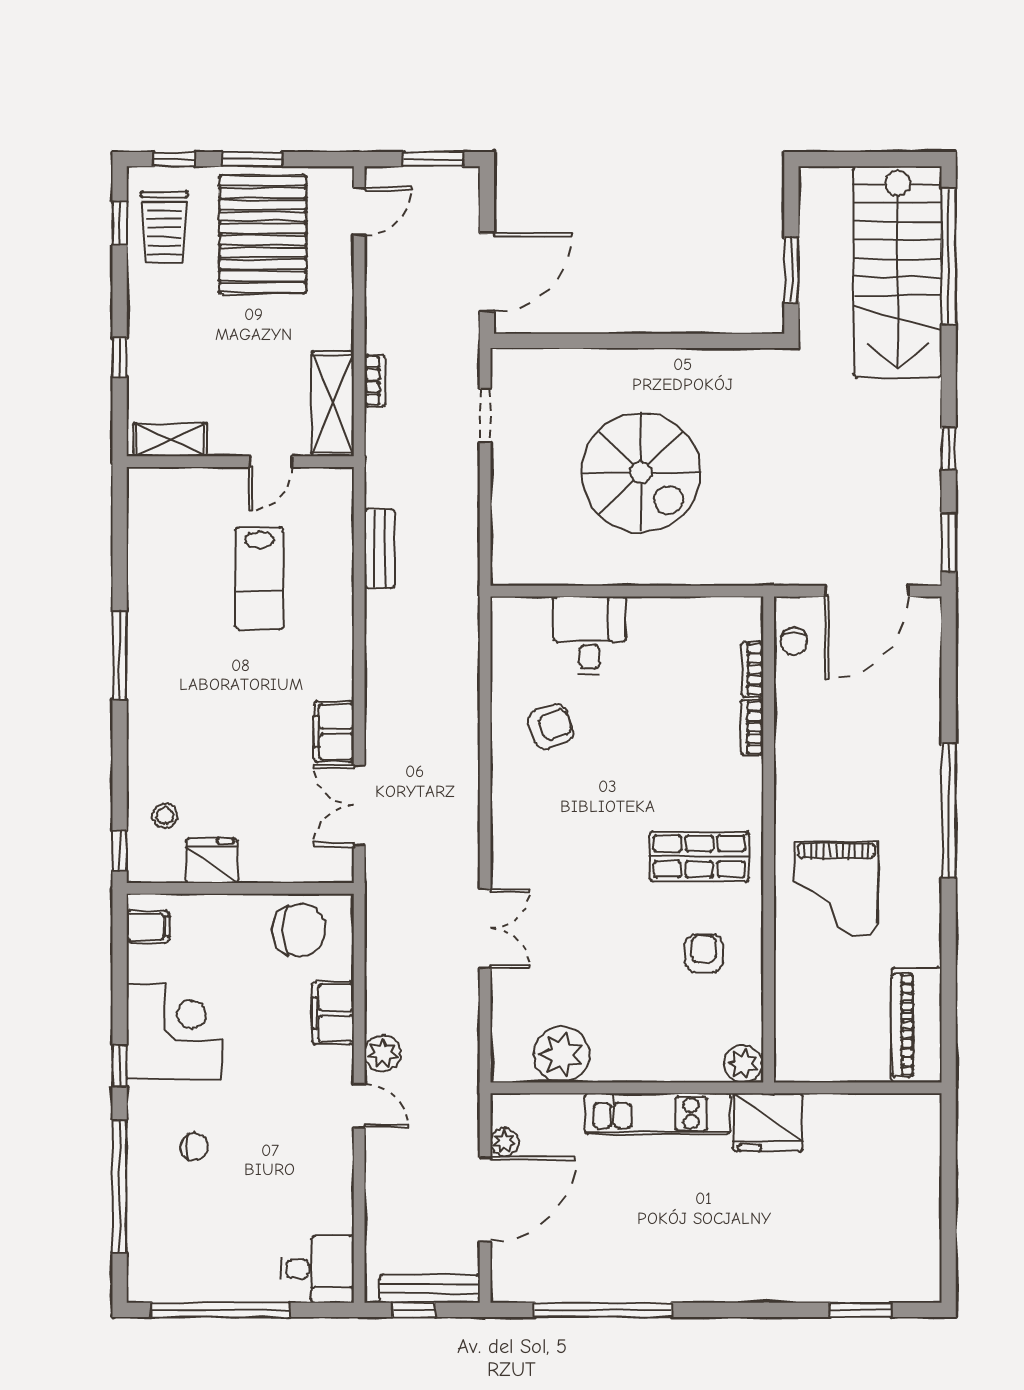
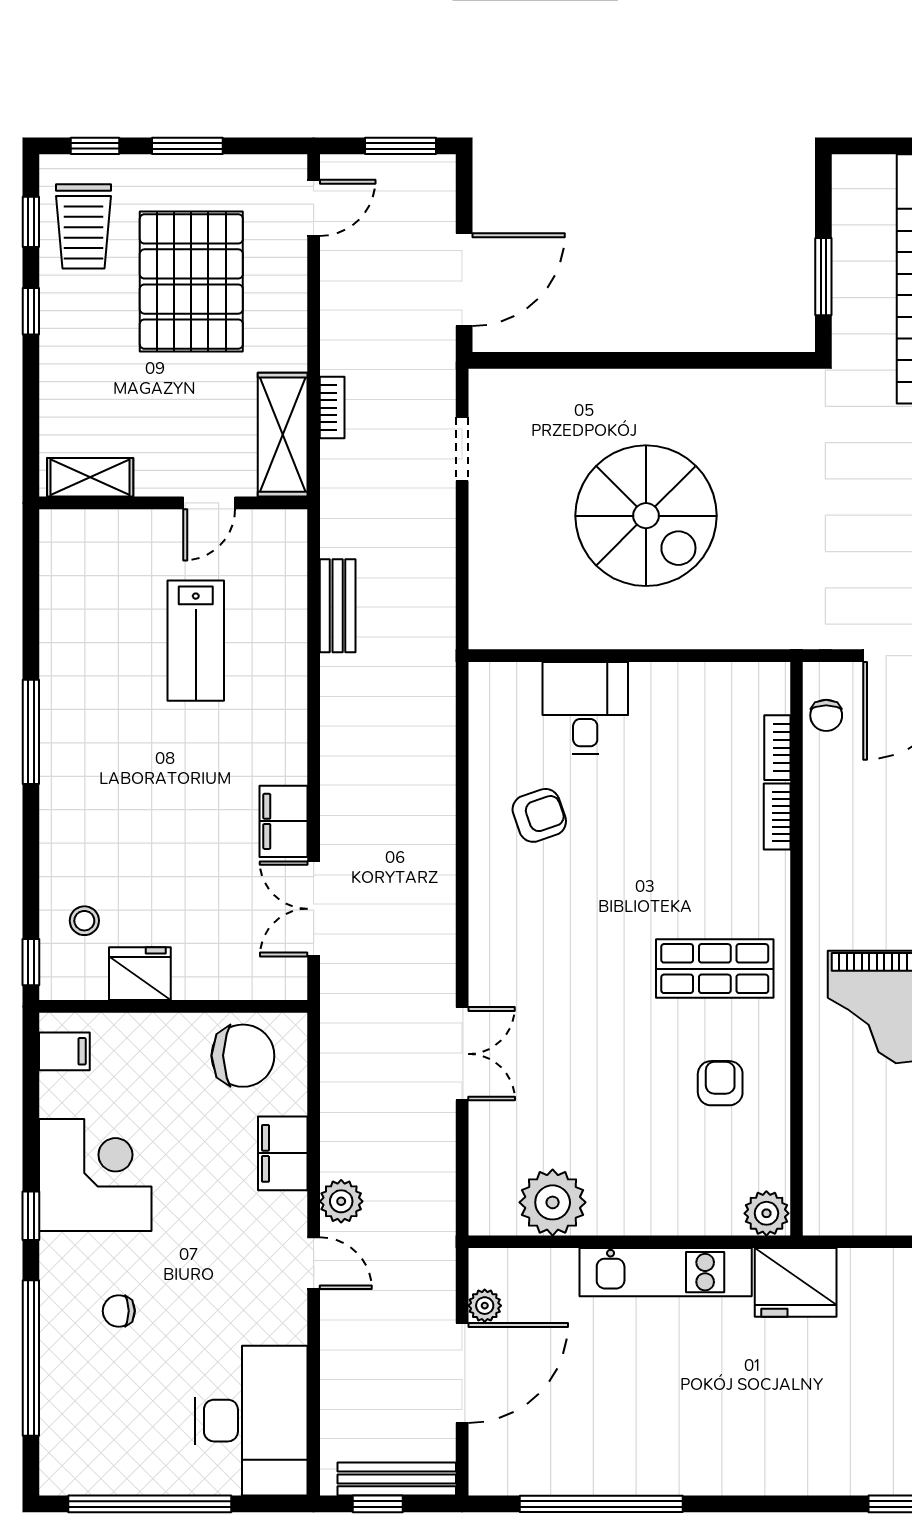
pallet: (263, 234) -> (191, 281), moved
window: (120, 358) -> (31, 311), moved
chair: (194, 1147) -> (119, 1311), turned 180
desk: (317, 1269) -> (251, 1421), width x1.87, depth x1.30

